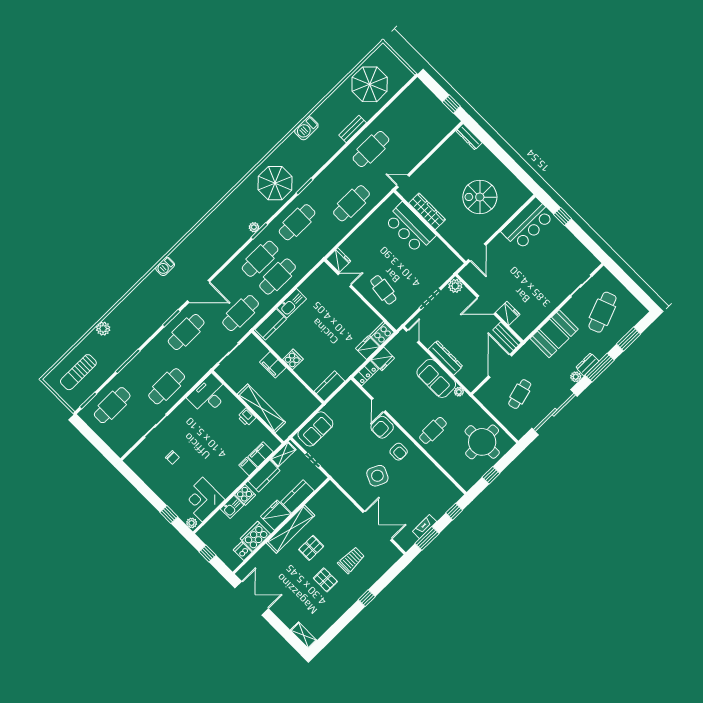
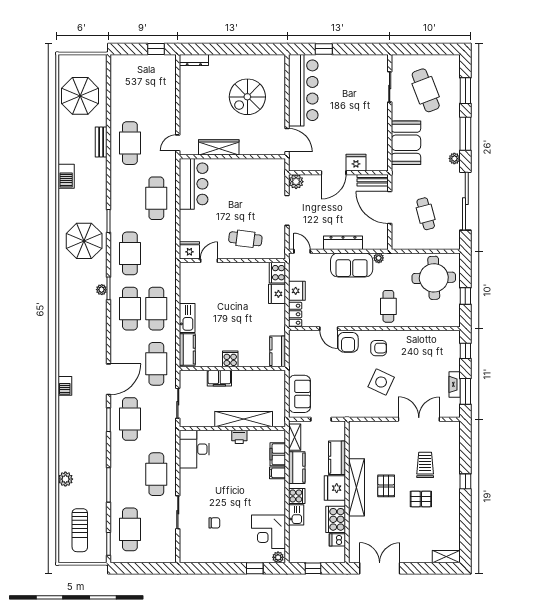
bar counter: (528, 224) -> (303, 90), width x1.36
bar counter: (410, 228) -> (194, 184), moved, turned -90
dresser: (587, 364) -> (454, 141), removed

